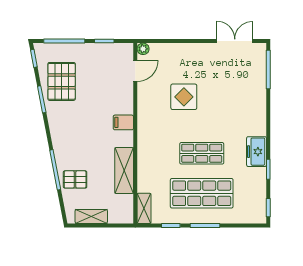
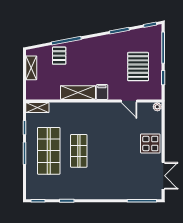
door: (135, 71) -> (129, 101), moved
pallet: (62, 81) -> (138, 67), moved, turned 90
display table: (184, 97) -> (150, 144), moved
freezer: (257, 152) -> (80, 192), removed
shelving: (124, 171) -> (78, 93), moved

